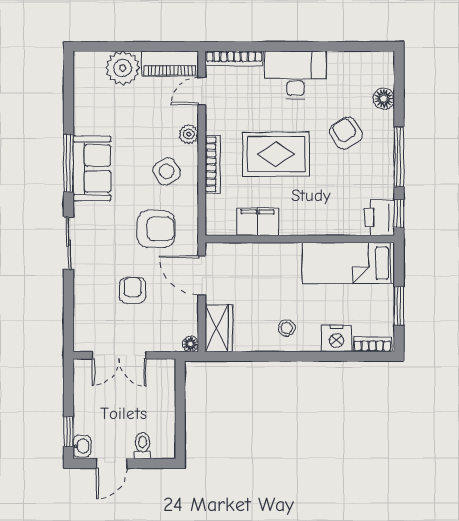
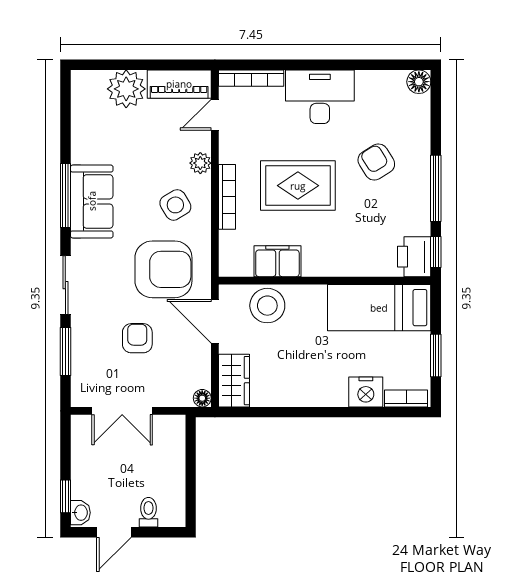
floor lamp: (384, 99) -> (419, 82), moved
armchair: (156, 229) -> (163, 269), width x1.36, depth x1.36
window: (68, 302) -> (65, 352), added
stool: (287, 328) -> (267, 306), moved, width x1.89, depth x1.89

